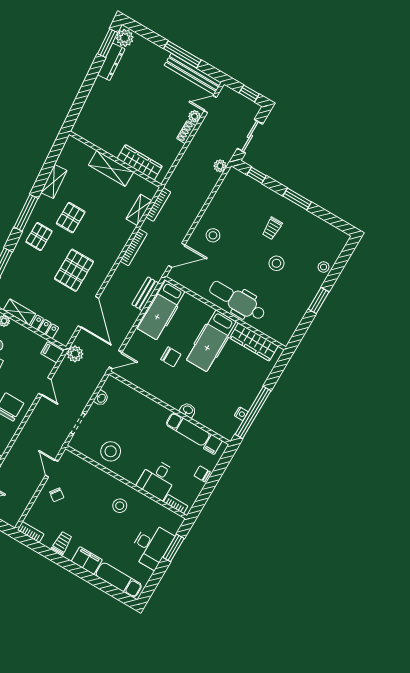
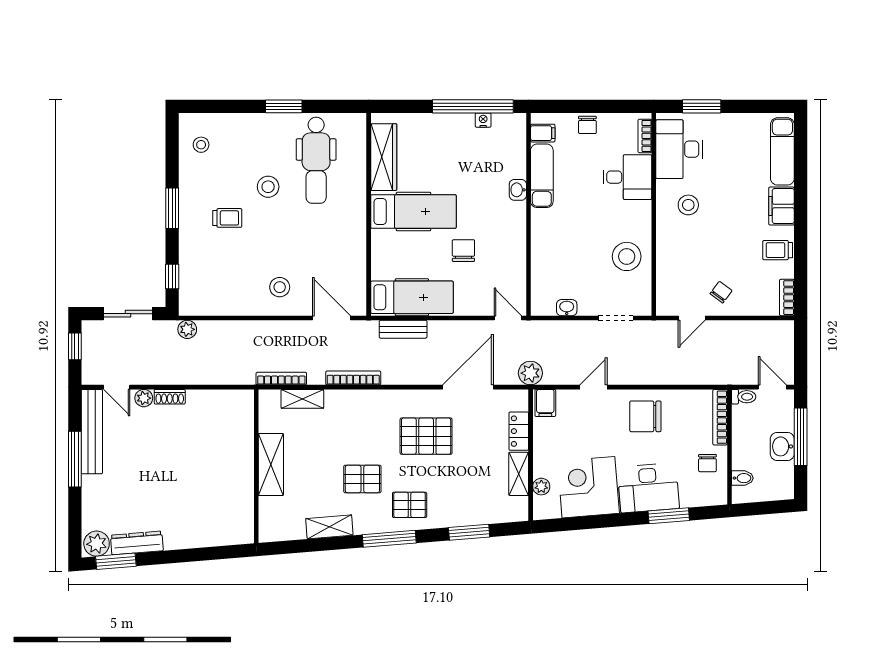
wardrobe: (140, 162) -> (242, 433), removed
stool: (324, 267) -> (201, 145), moved
dental chair: (237, 301) -> (316, 160), moved
desk: (151, 546) -> (679, 149), moved, turned -90

